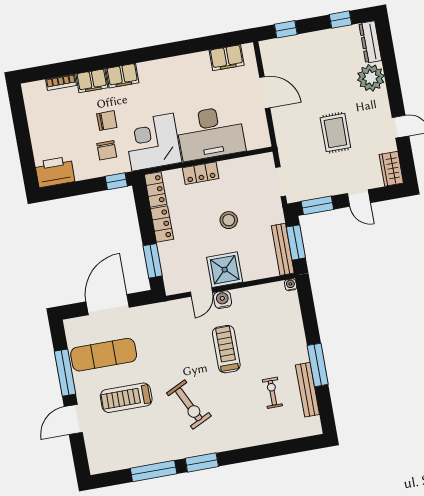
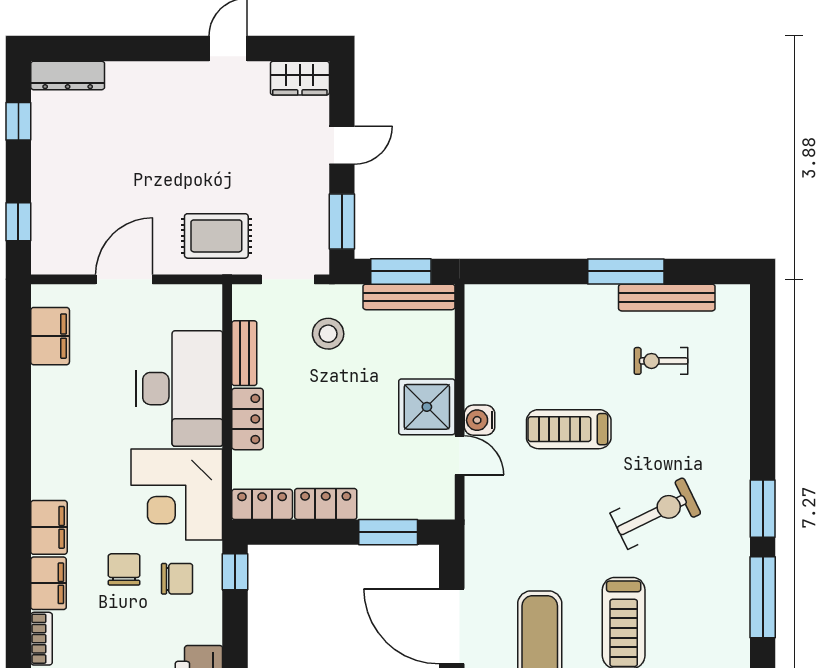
plant: (371, 78) -> (132, 86), removed
rug: (335, 133) -> (216, 236), moved
bench: (236, 165) -> (244, 353), added
stool: (229, 220) -> (328, 334), moved
water cooler: (291, 285) -> (475, 294), removed

